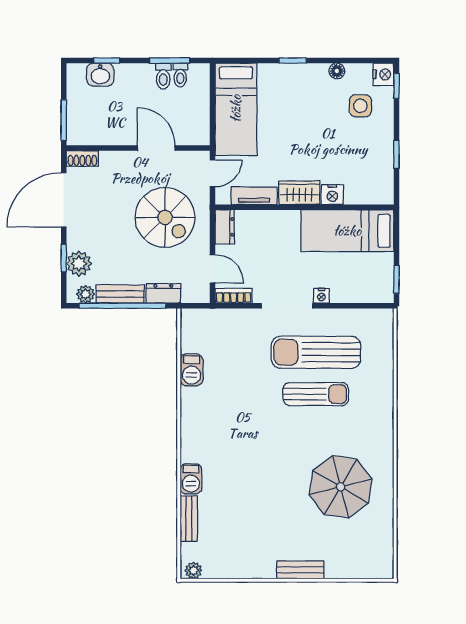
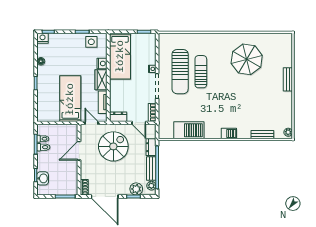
side table: (360, 106) -> (91, 42), moved
bed: (236, 109) -> (70, 99), moved, turned -90
door: (213, 269) -> (139, 123), swing flipped
barbecue: (192, 370) -> (189, 130), width x1.88, depth x1.53
barbecue: (191, 479) -> (229, 134), moved

